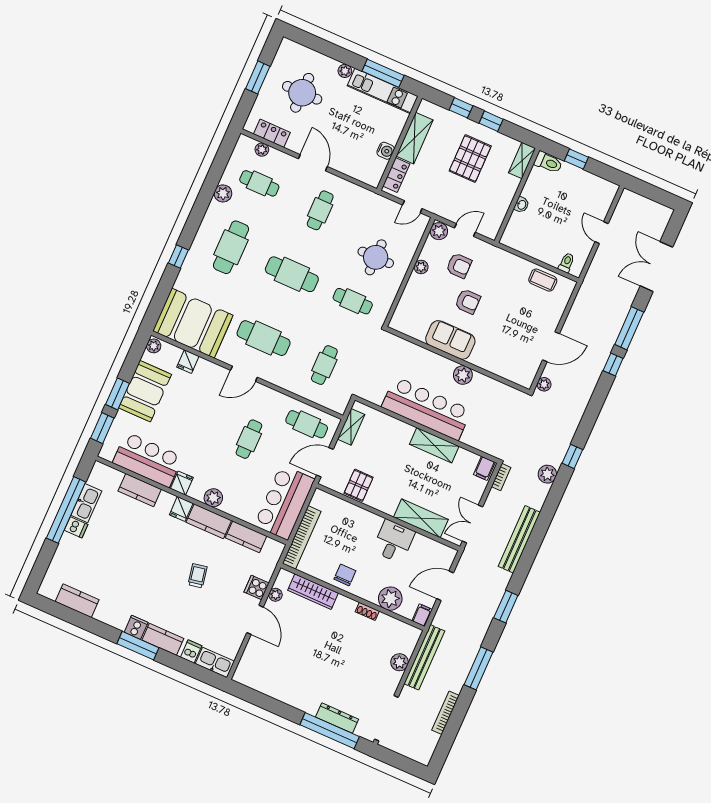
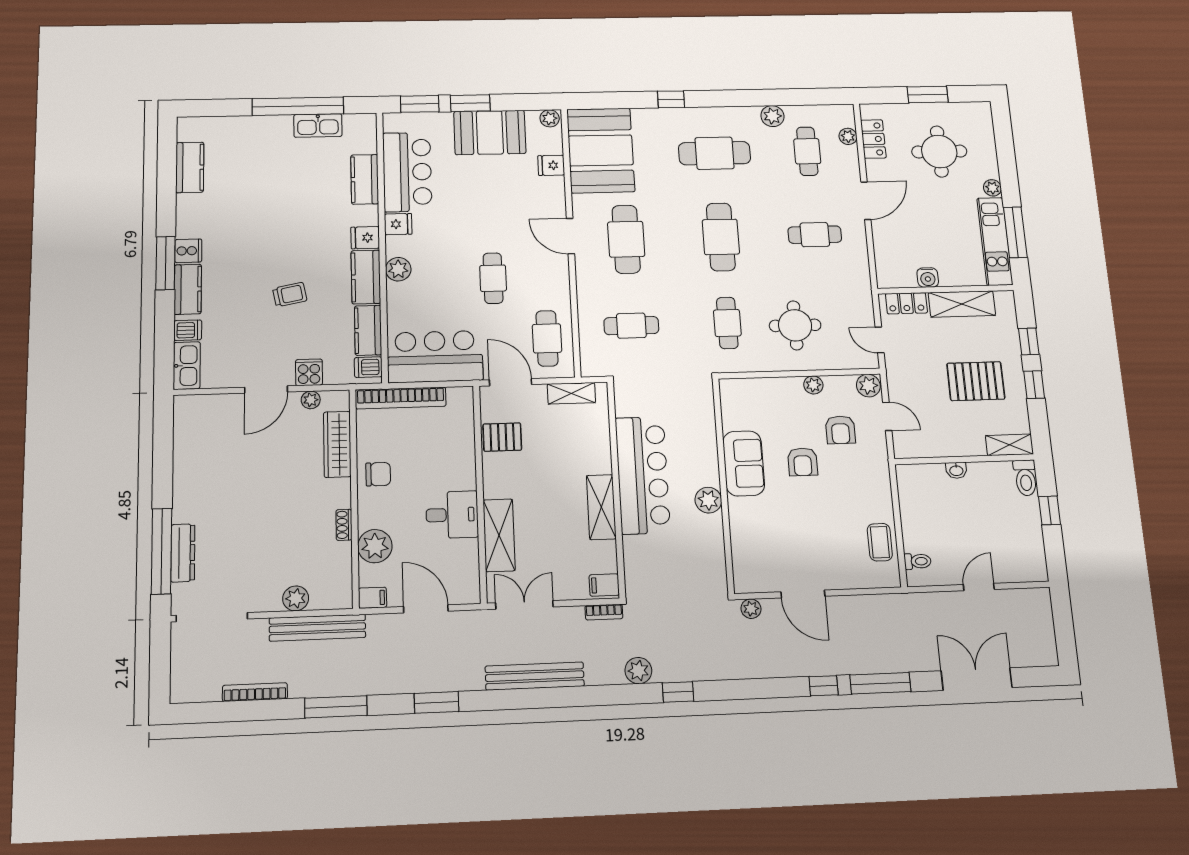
cafe table: (249, 439) -> (493, 278), turned 90
dishwasher: (76, 527) -> (368, 367), moved, turned 90

